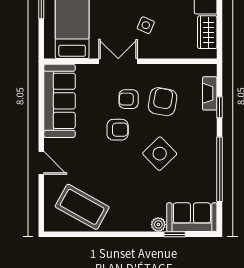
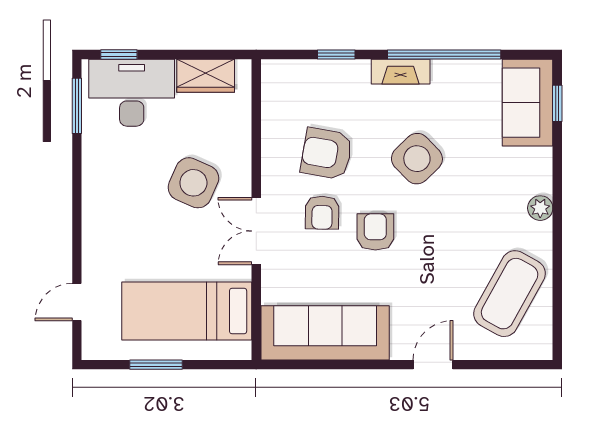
side table: (146, 25) -> (193, 183), width x1.87, depth x1.87
fireplace: (210, 93) -> (401, 72), moved
plant: (158, 224) -> (540, 208), moved
window: (175, 234) -> (557, 103), moved

